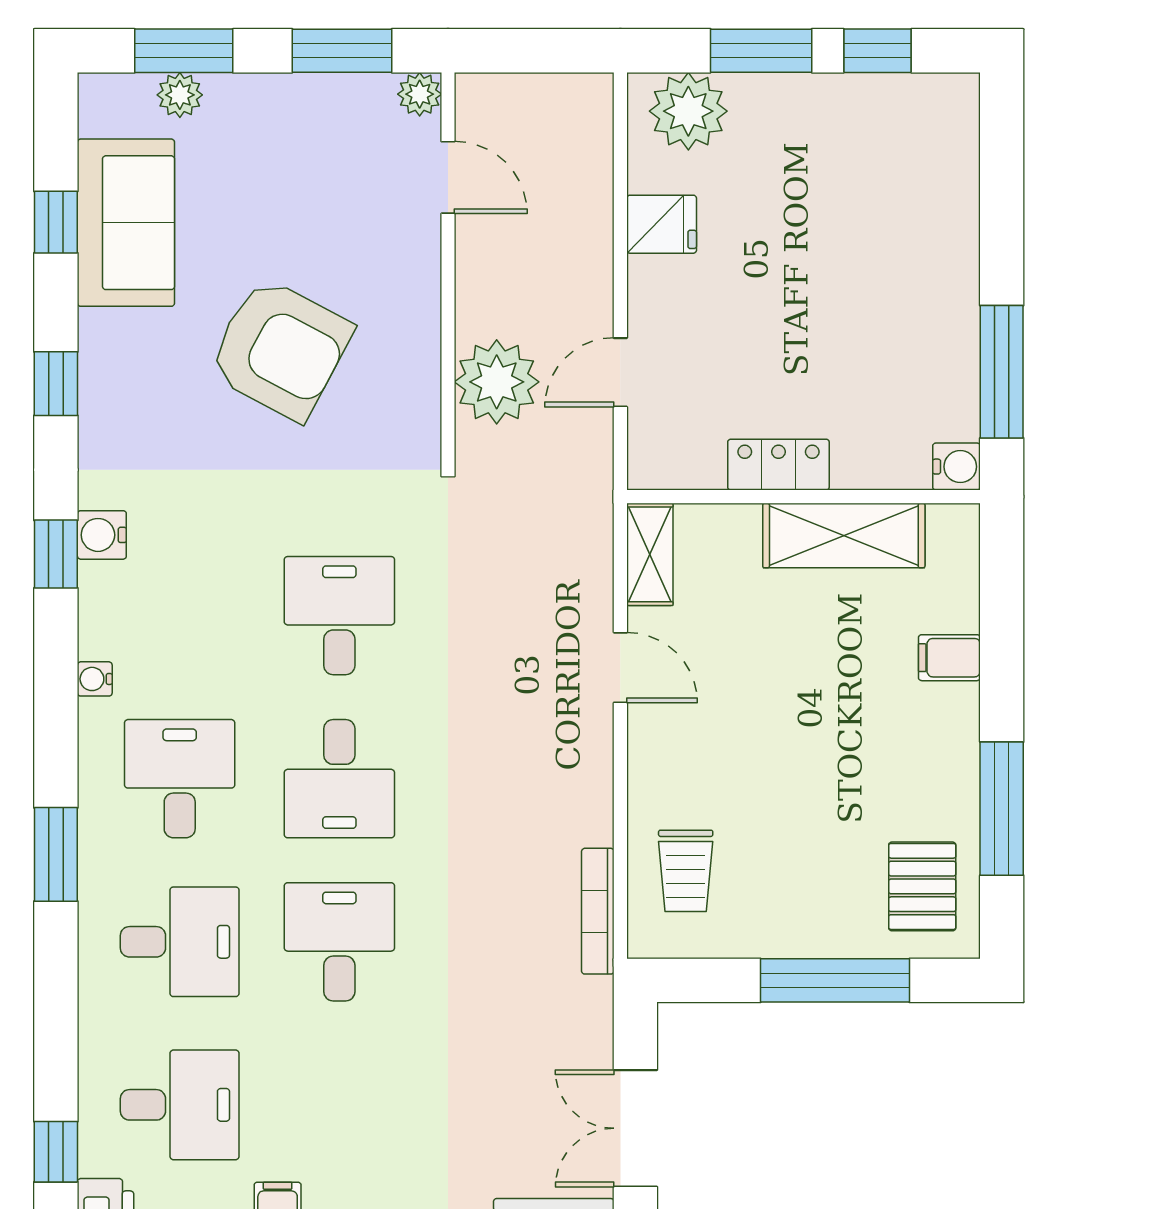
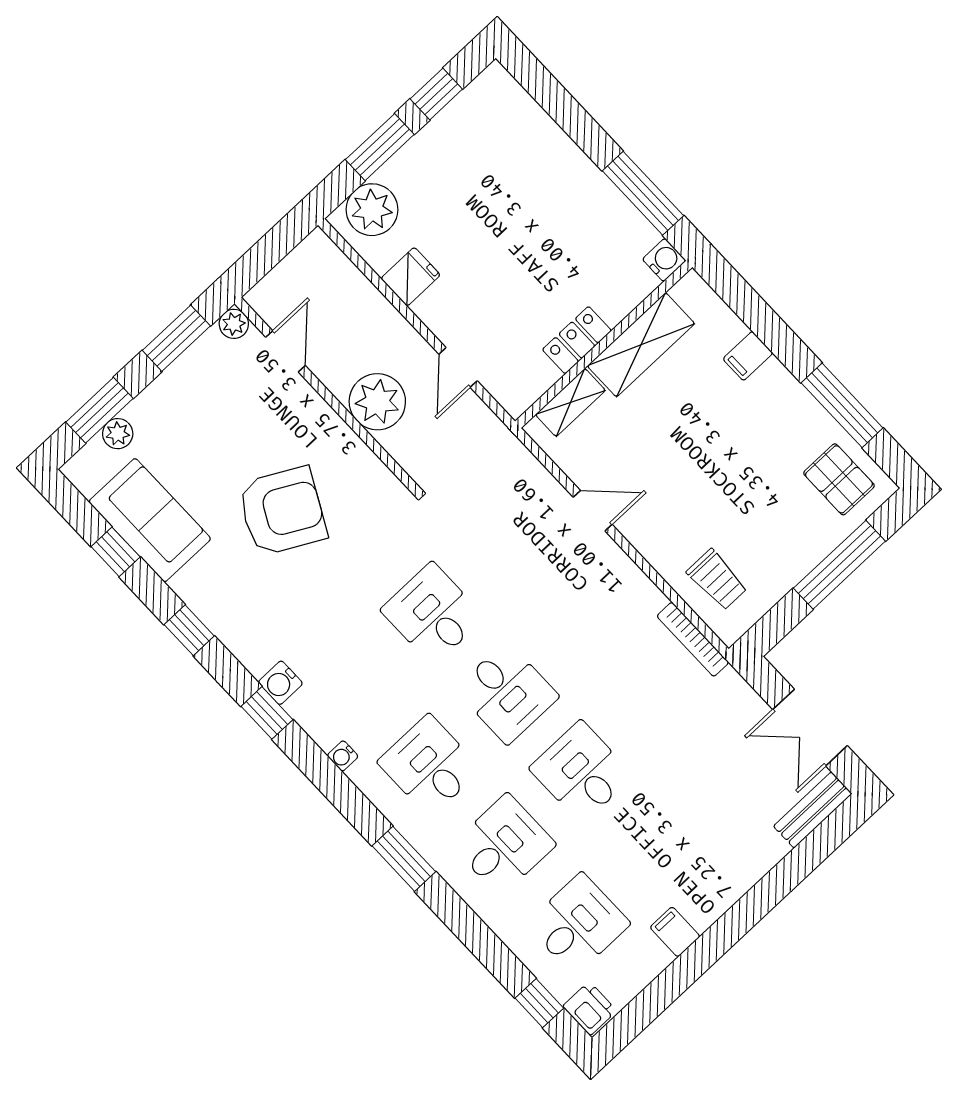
door: (448, 177) -> (286, 351), hinge flipped
plant: (497, 382) -> (377, 402), moved
shelving: (650, 554) -> (570, 402), moved, turned 90

